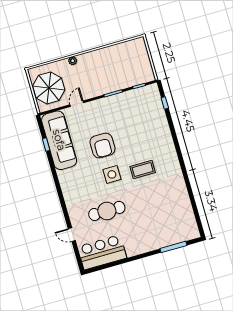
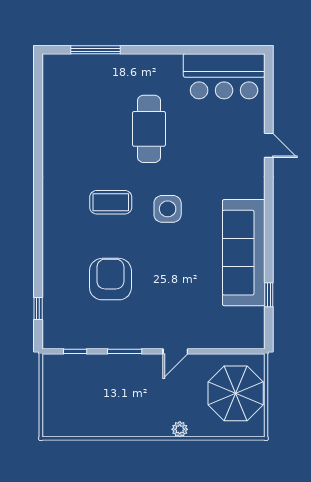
door: (77, 104) -> (175, 351), moved
sofa: (59, 140) -> (244, 253), moved
armchair: (102, 145) -> (110, 279), moved
cafe table: (107, 211) -> (149, 129), moved, turned 90
door: (72, 235) -> (269, 145), moved

